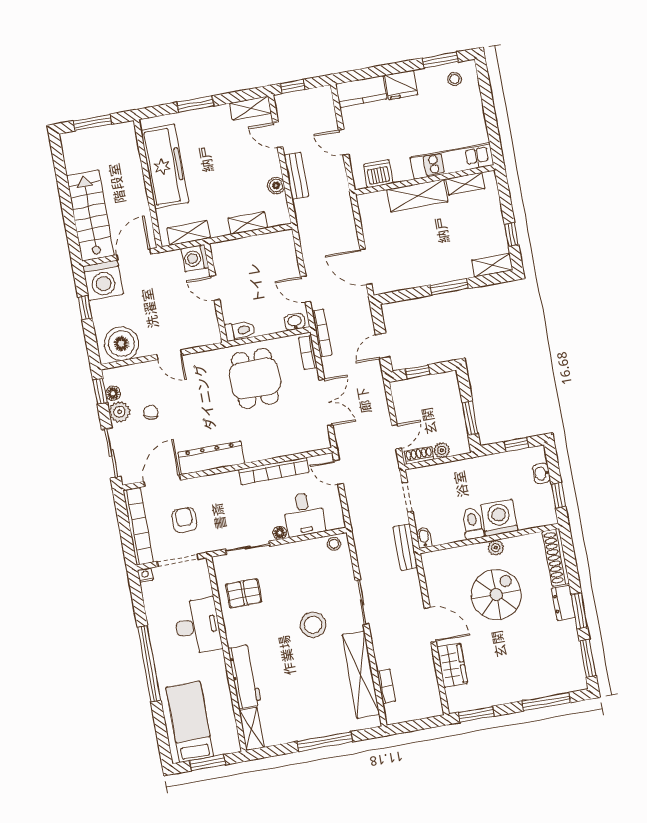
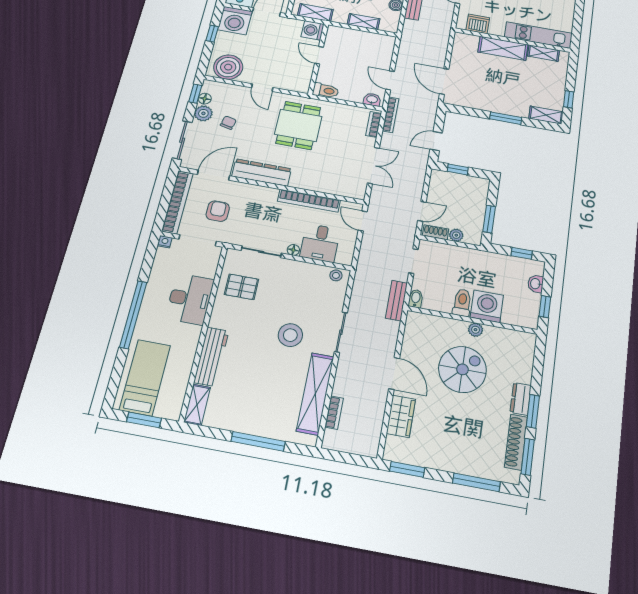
dining table: (255, 378) -> (298, 125), moved
shoe rack: (556, 557) -> (516, 442), moved

